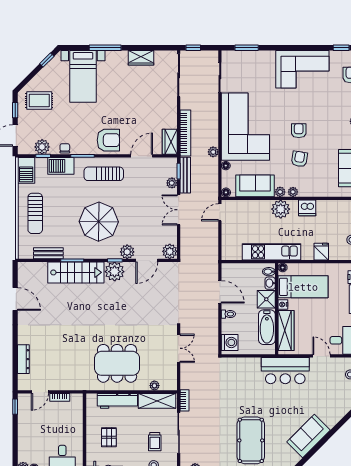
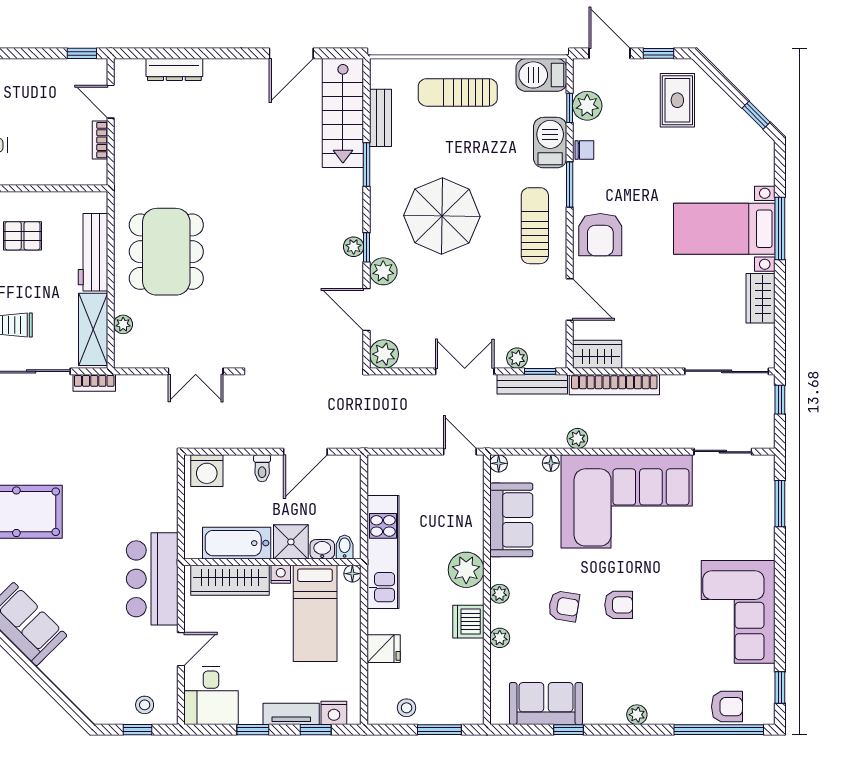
bed with nightstands: (83, 76) -> (724, 229), moved
plant: (280, 192) -> (500, 638), moved
stairs: (76, 272) -> (343, 113), moved
plant: (115, 272) -> (354, 247), width x0.53, depth x0.53

